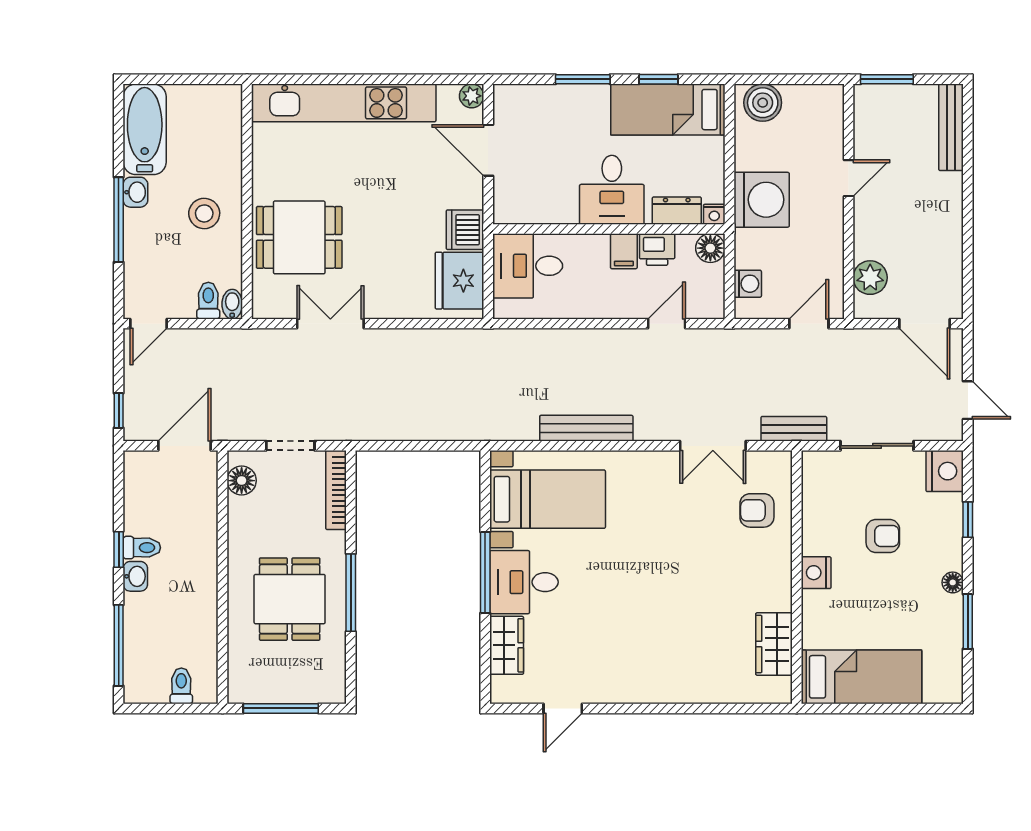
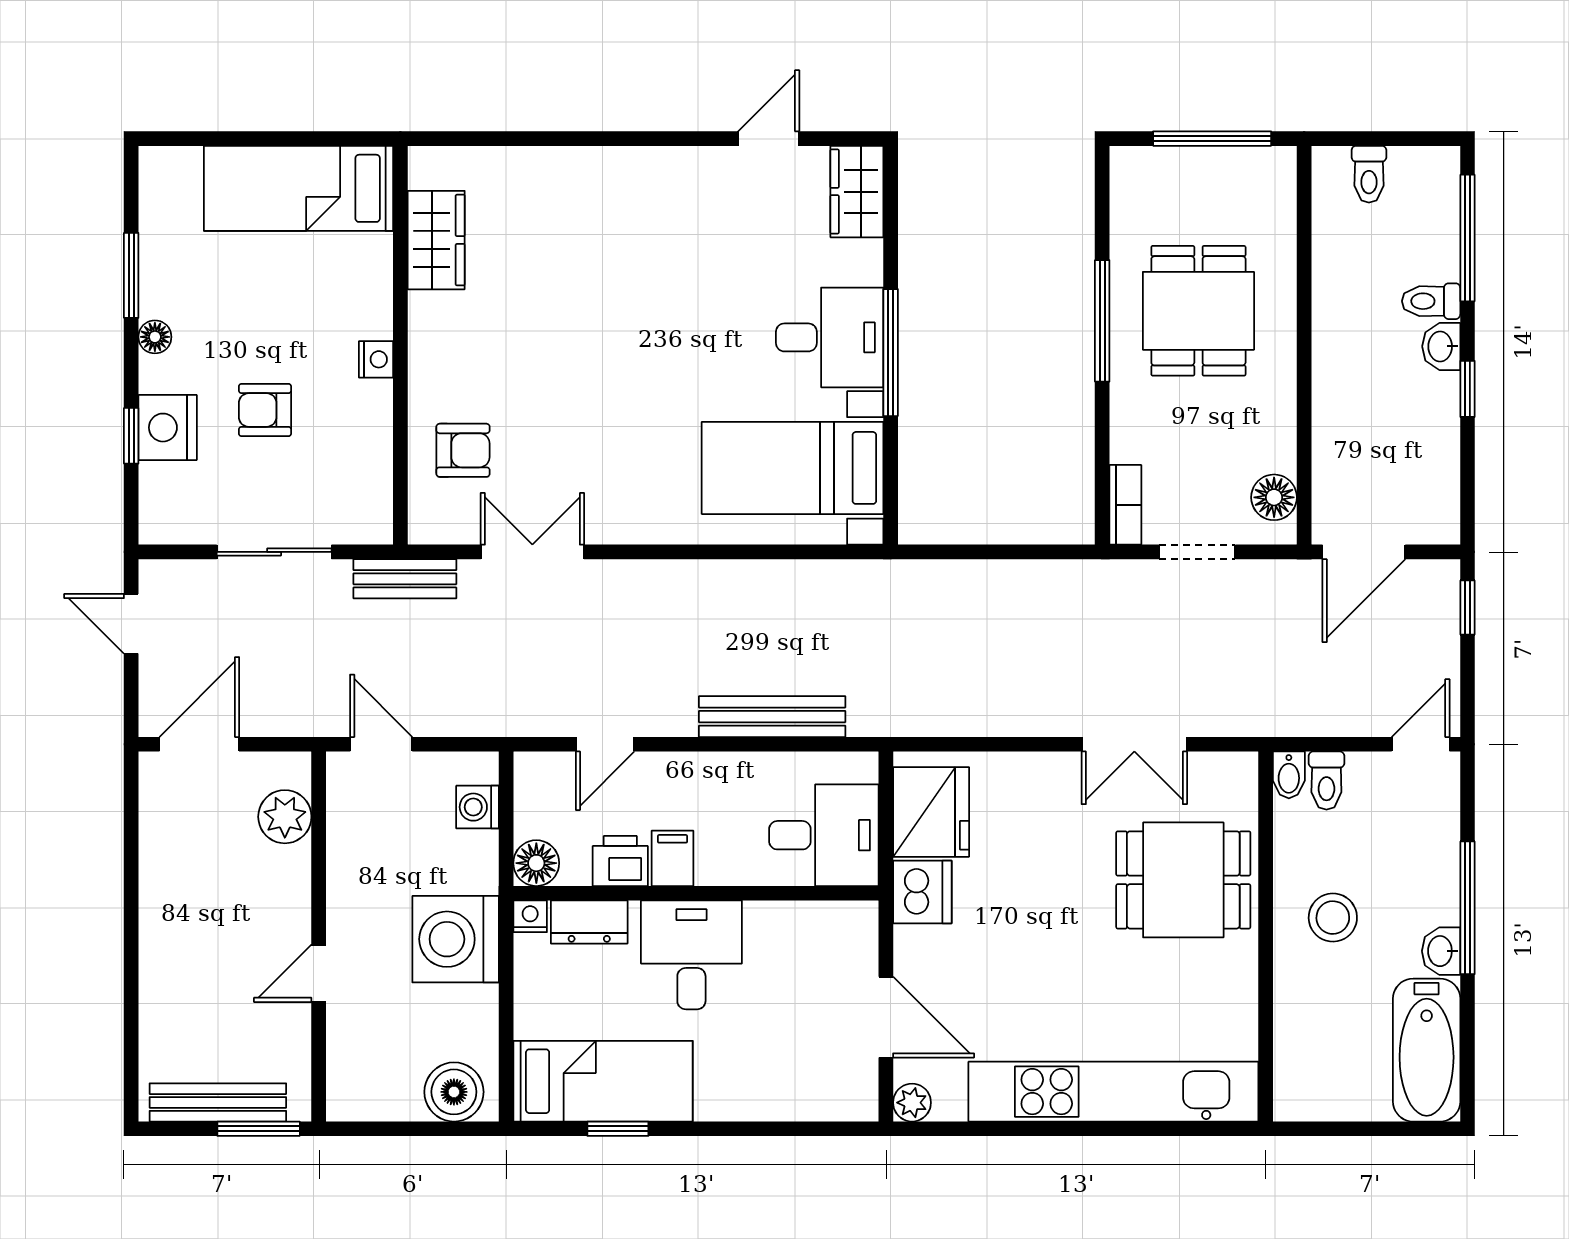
window: (583, 79) -> (737, 1129), removed
bench: (951, 127) -> (218, 1102), moved, turned 90
door: (809, 324) -> (381, 744), swing flipped
door: (925, 324) -> (199, 744), hinge flipped
bench: (586, 428) -> (772, 717), moved
nightstand: (945, 471) -> (168, 428), moved
bookcase: (336, 490) -> (1125, 505), width x0.64
toilet: (142, 548) -> (1431, 301), moved
nightstand: (816, 573) -> (376, 359), width x0.72, depth x0.74
wardrobe: (507, 645) -> (857, 192), moved

